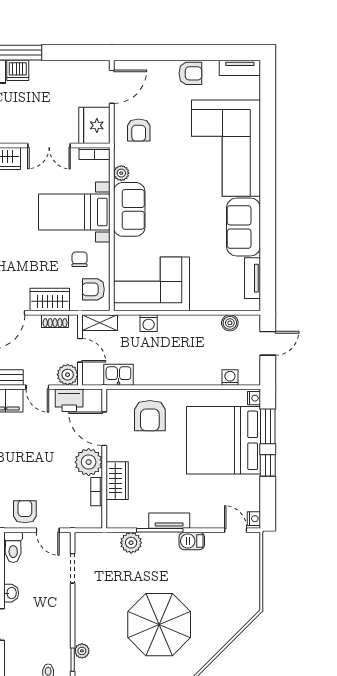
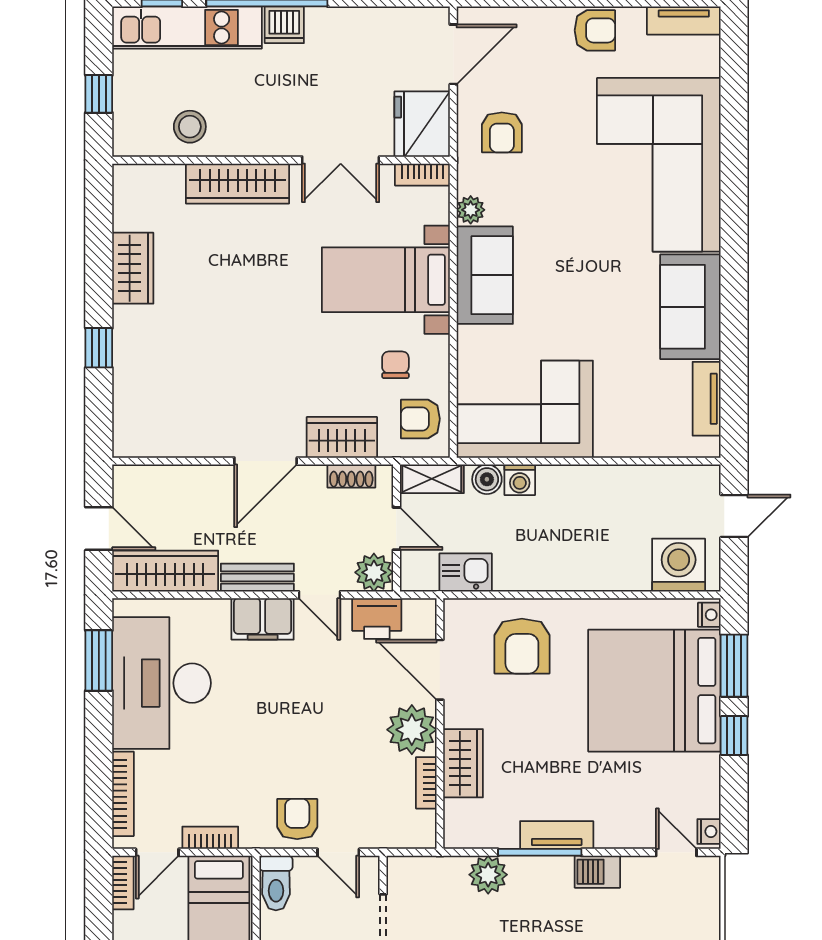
boiler: (230, 323) -> (487, 479), moved
washing machine: (230, 377) -> (679, 565), width x1.89, depth x1.89

